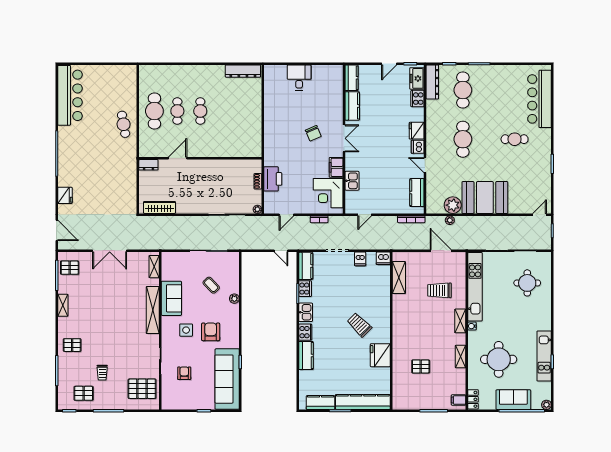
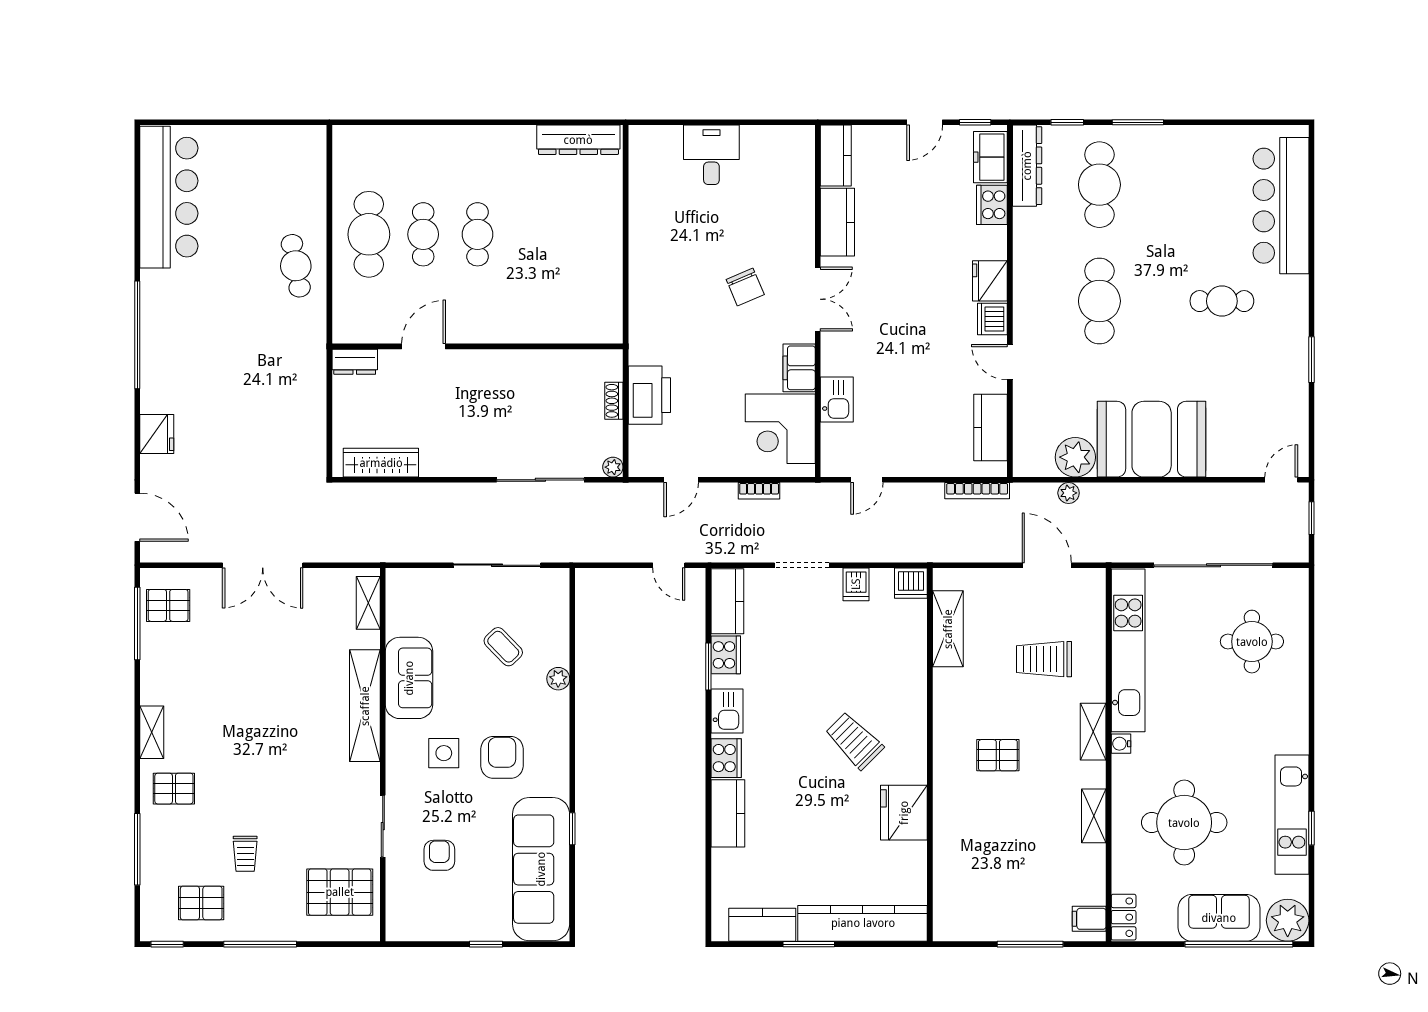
shelving: (63, 305) -> (152, 732), moved
pallet: (421, 366) -> (998, 755), moved
plant: (546, 405) -> (1288, 920), width x1.88, depth x1.88

